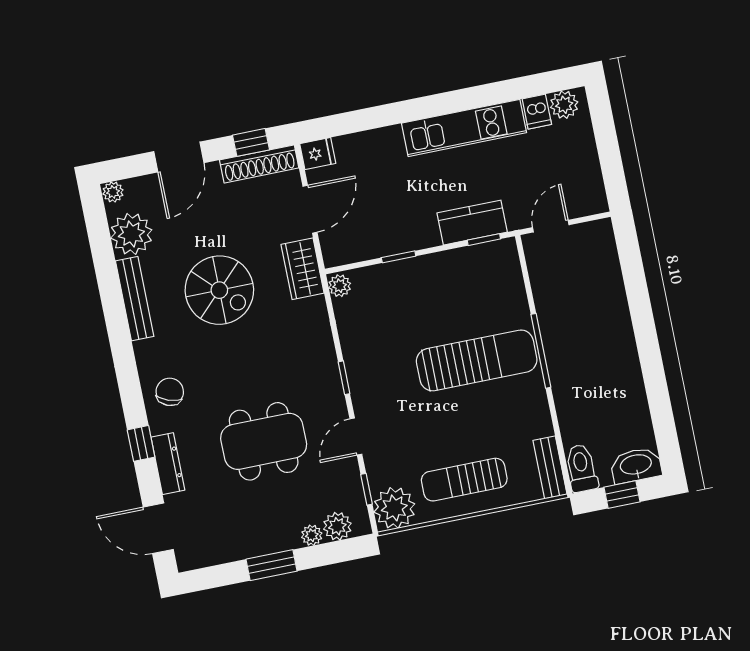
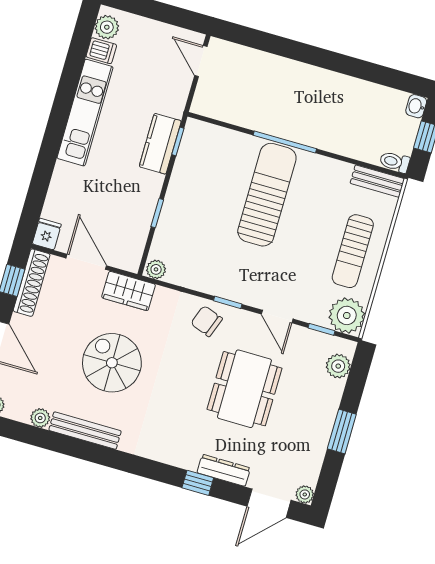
door: (551, 226) -> (201, 61), moved
plant: (131, 234) -> (40, 418), width x0.53, depth x0.53
spiral stairs: (219, 290) -> (112, 363), turned -90
chair: (170, 392) -> (207, 321), moved
washbasin: (636, 465) -> (416, 106), width x0.52, depth x0.69
toilet: (582, 468) -> (395, 162), width x0.73, depth x0.72
plant: (312, 535) -> (305, 494), moved

